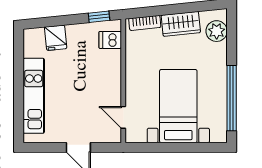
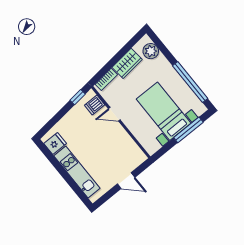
fridge: (56, 38) -> (55, 144), moved, turned -84
door: (123, 117) -> (114, 114), moved
window: (189, 147) -> (188, 130), added

